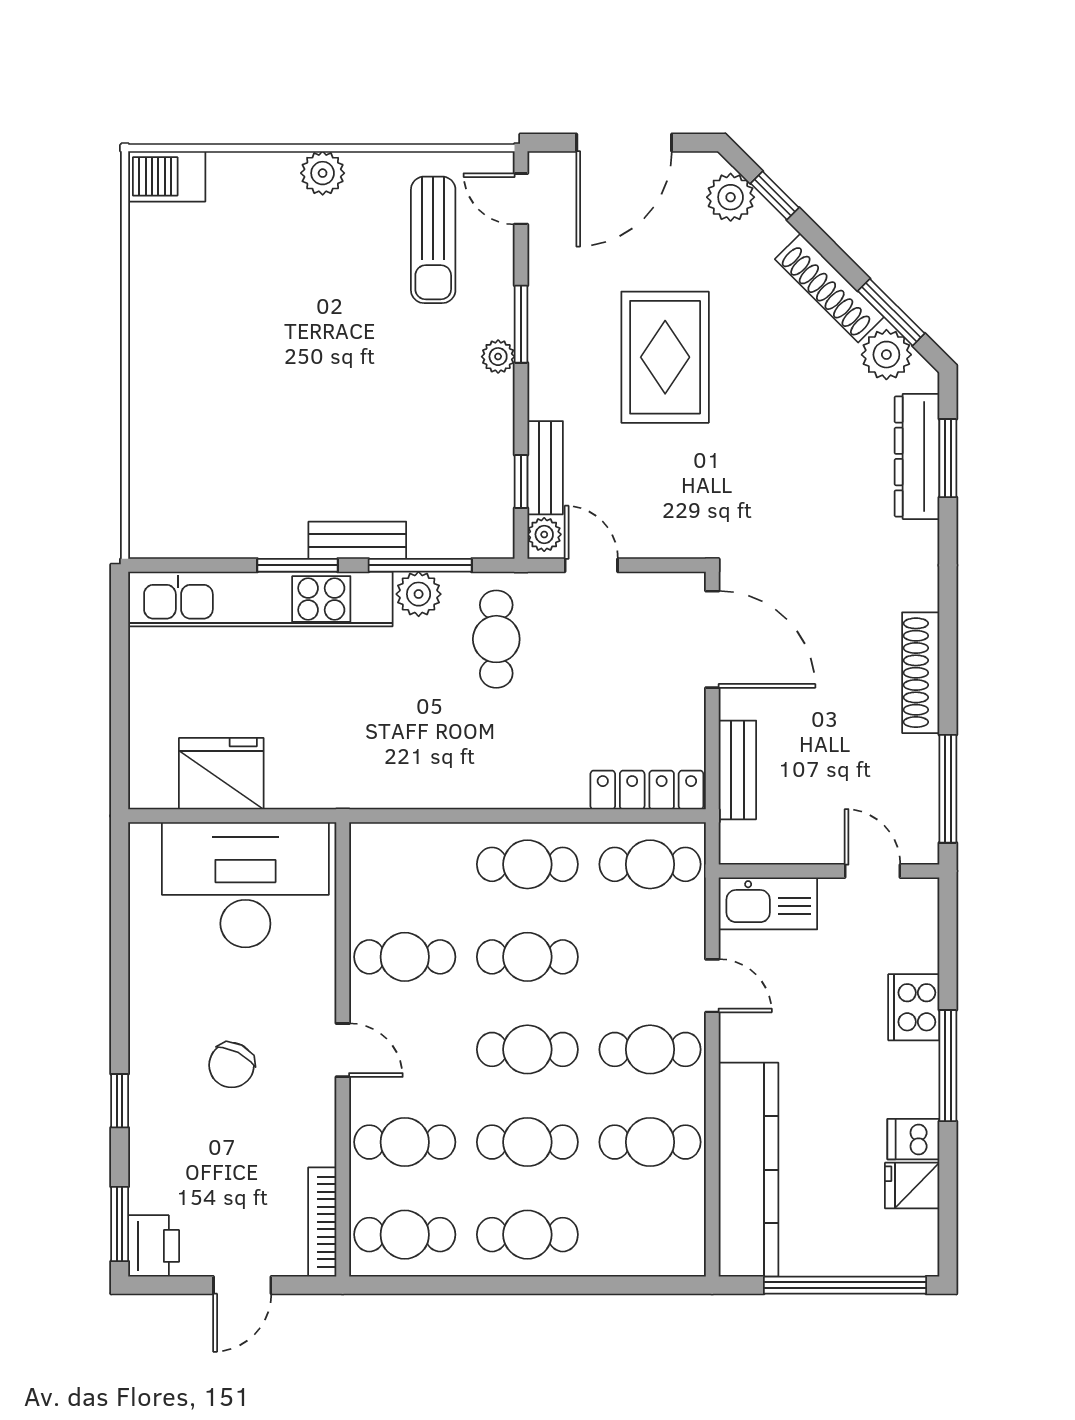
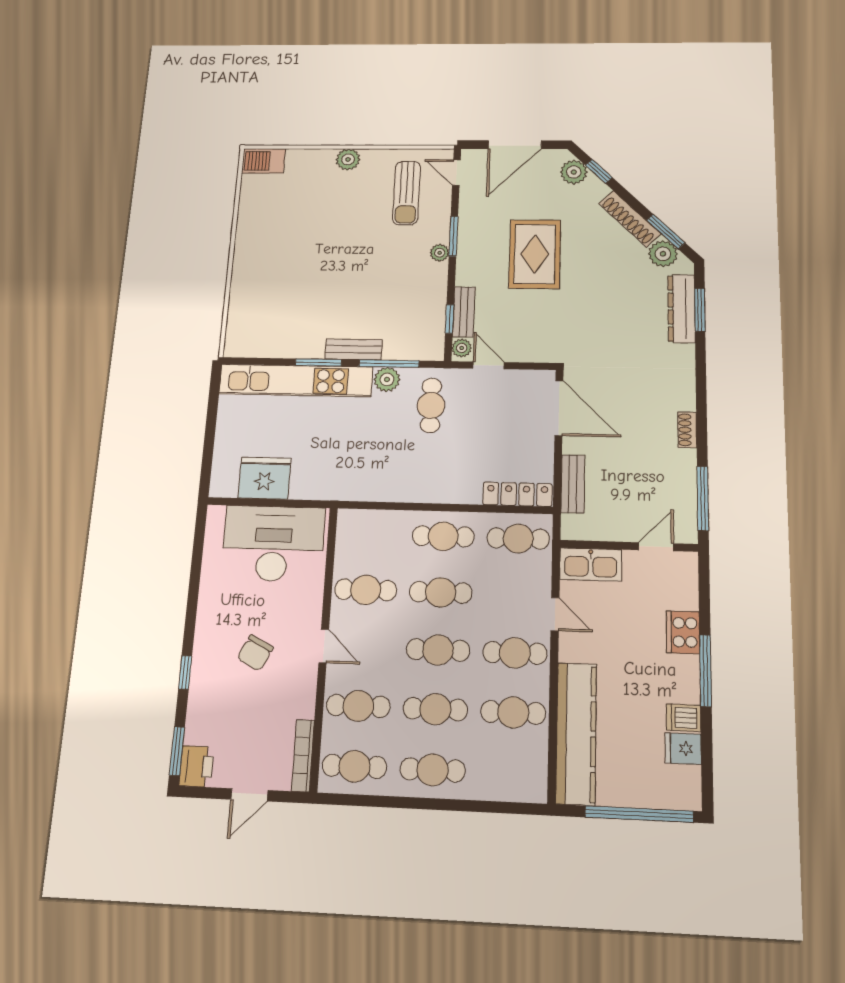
shoe rack: (921, 673) -> (687, 430), width x0.51, depth x0.81
door: (872, 871) -> (656, 547), hinge flipped

